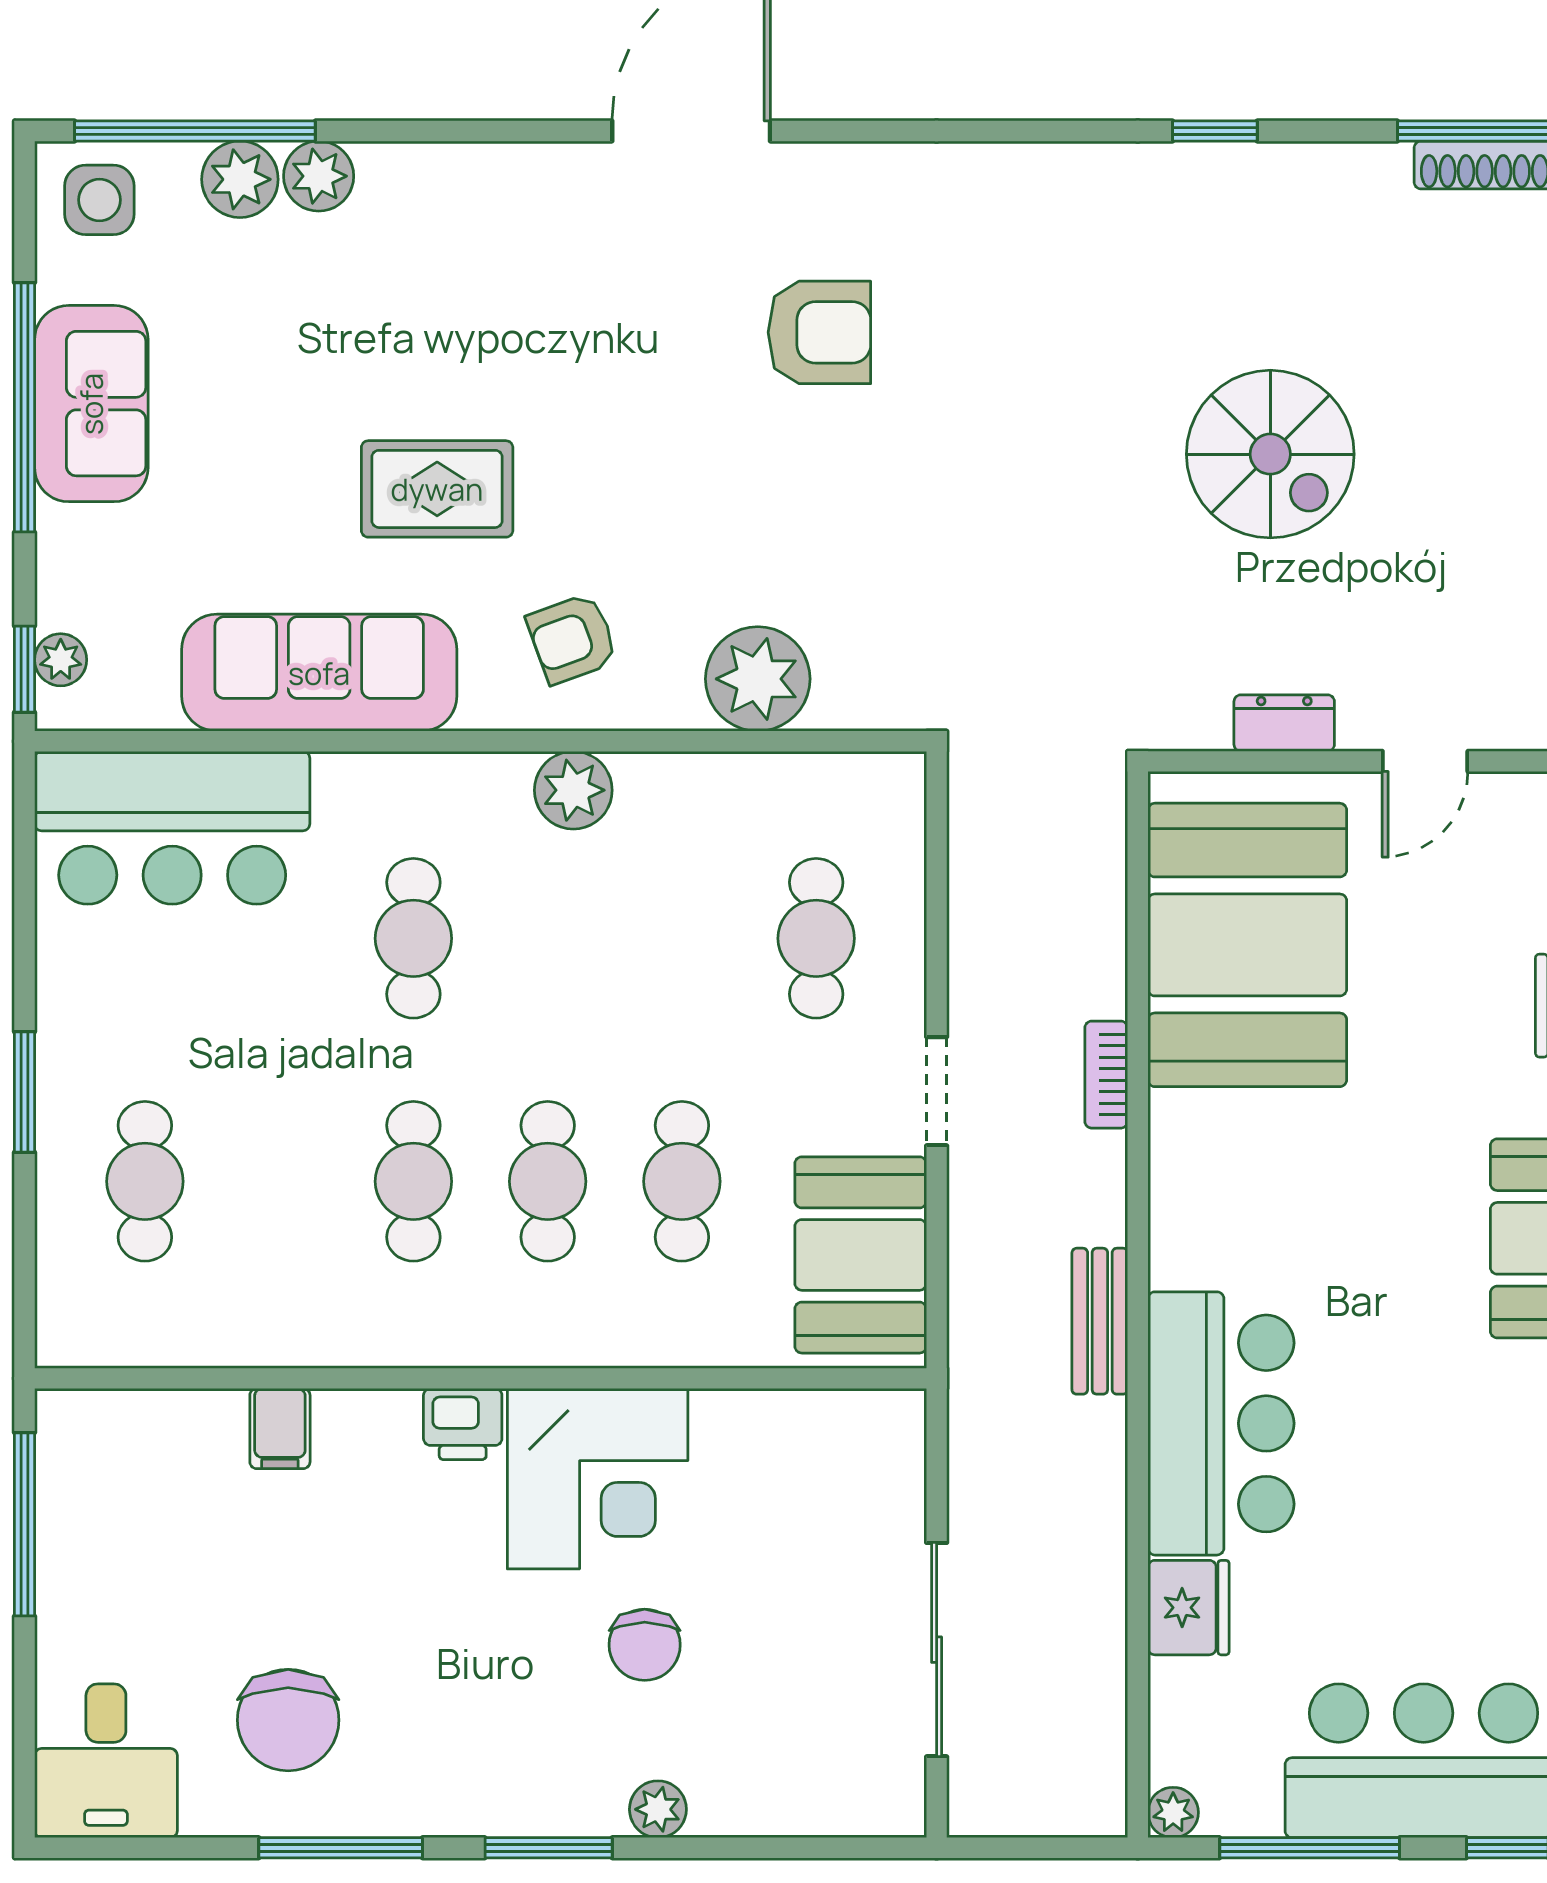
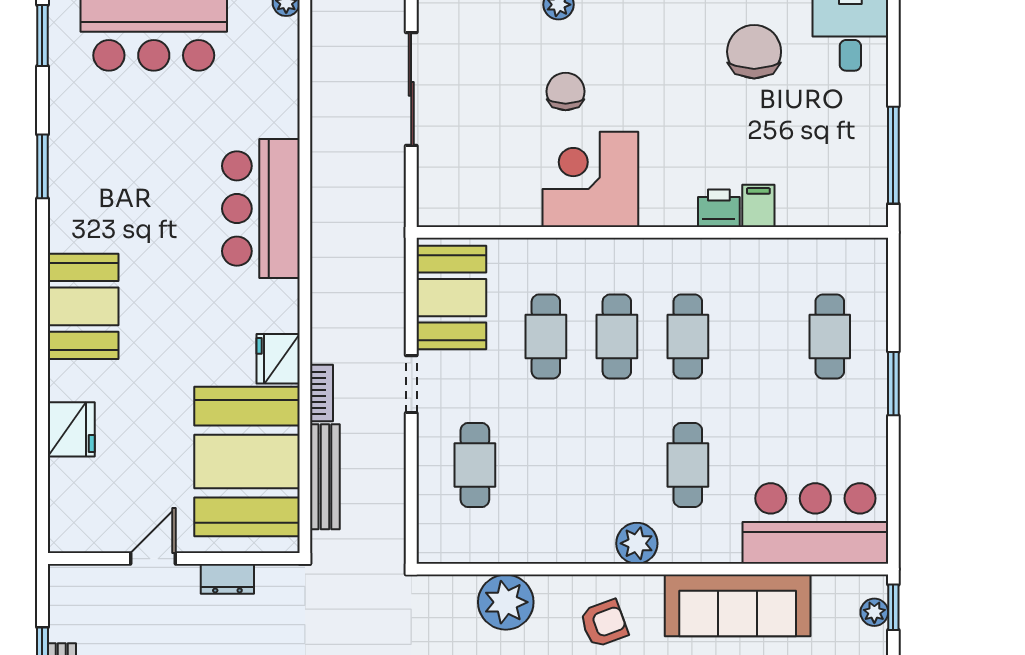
plant: (573, 790) -> (637, 543), moved
bench: (1100, 1321) -> (325, 477), moved, width x1.36
printer: (463, 1424) -> (719, 208), moved
fridge: (1189, 1608) -> (278, 359), moved

